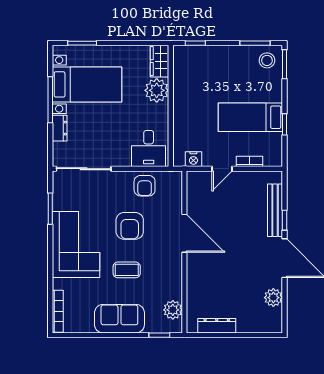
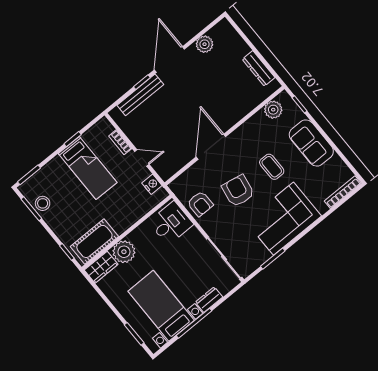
stool: (267, 60) -> (43, 203), moved
cot: (185, 73) -> (94, 241), added
armchair: (145, 186) -> (200, 204), turned 90
armchair: (130, 226) -> (238, 191), turned -80

